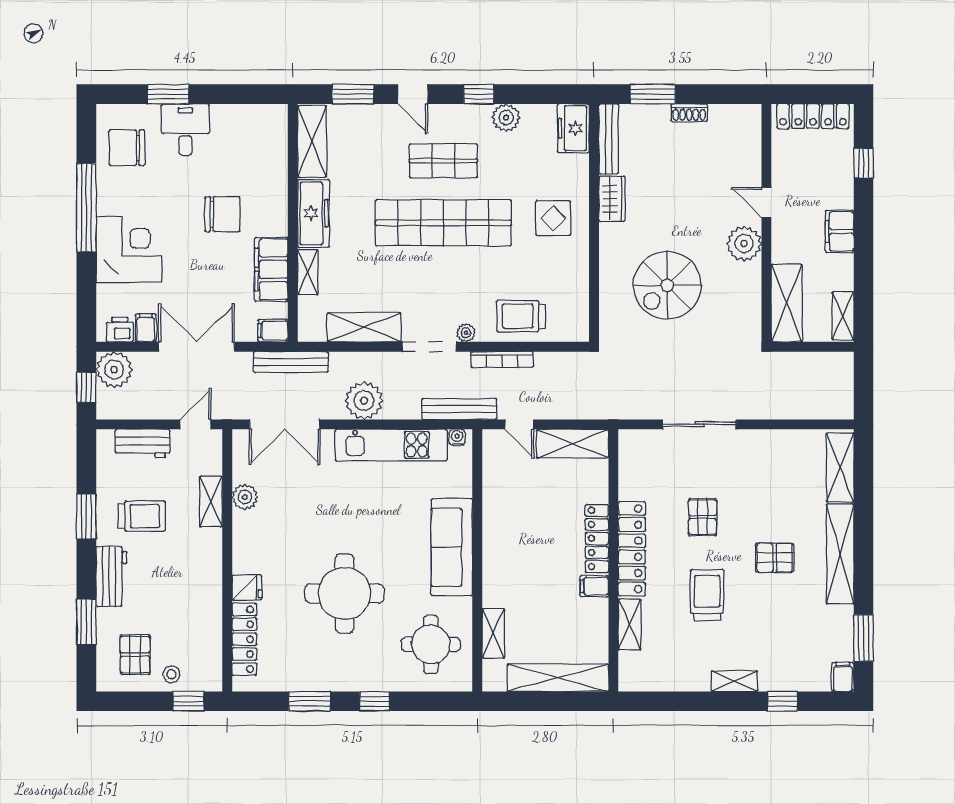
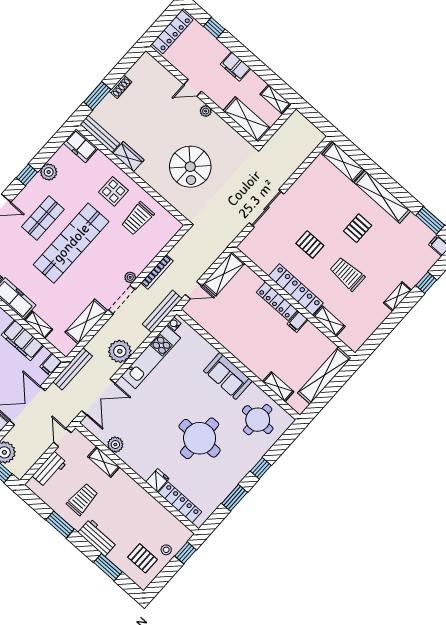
plant: (744, 244) -> (206, 111), width x0.53, depth x0.53
trolley: (521, 316) -> (138, 218), moved
sofa: (452, 547) -> (228, 376), width x0.73

